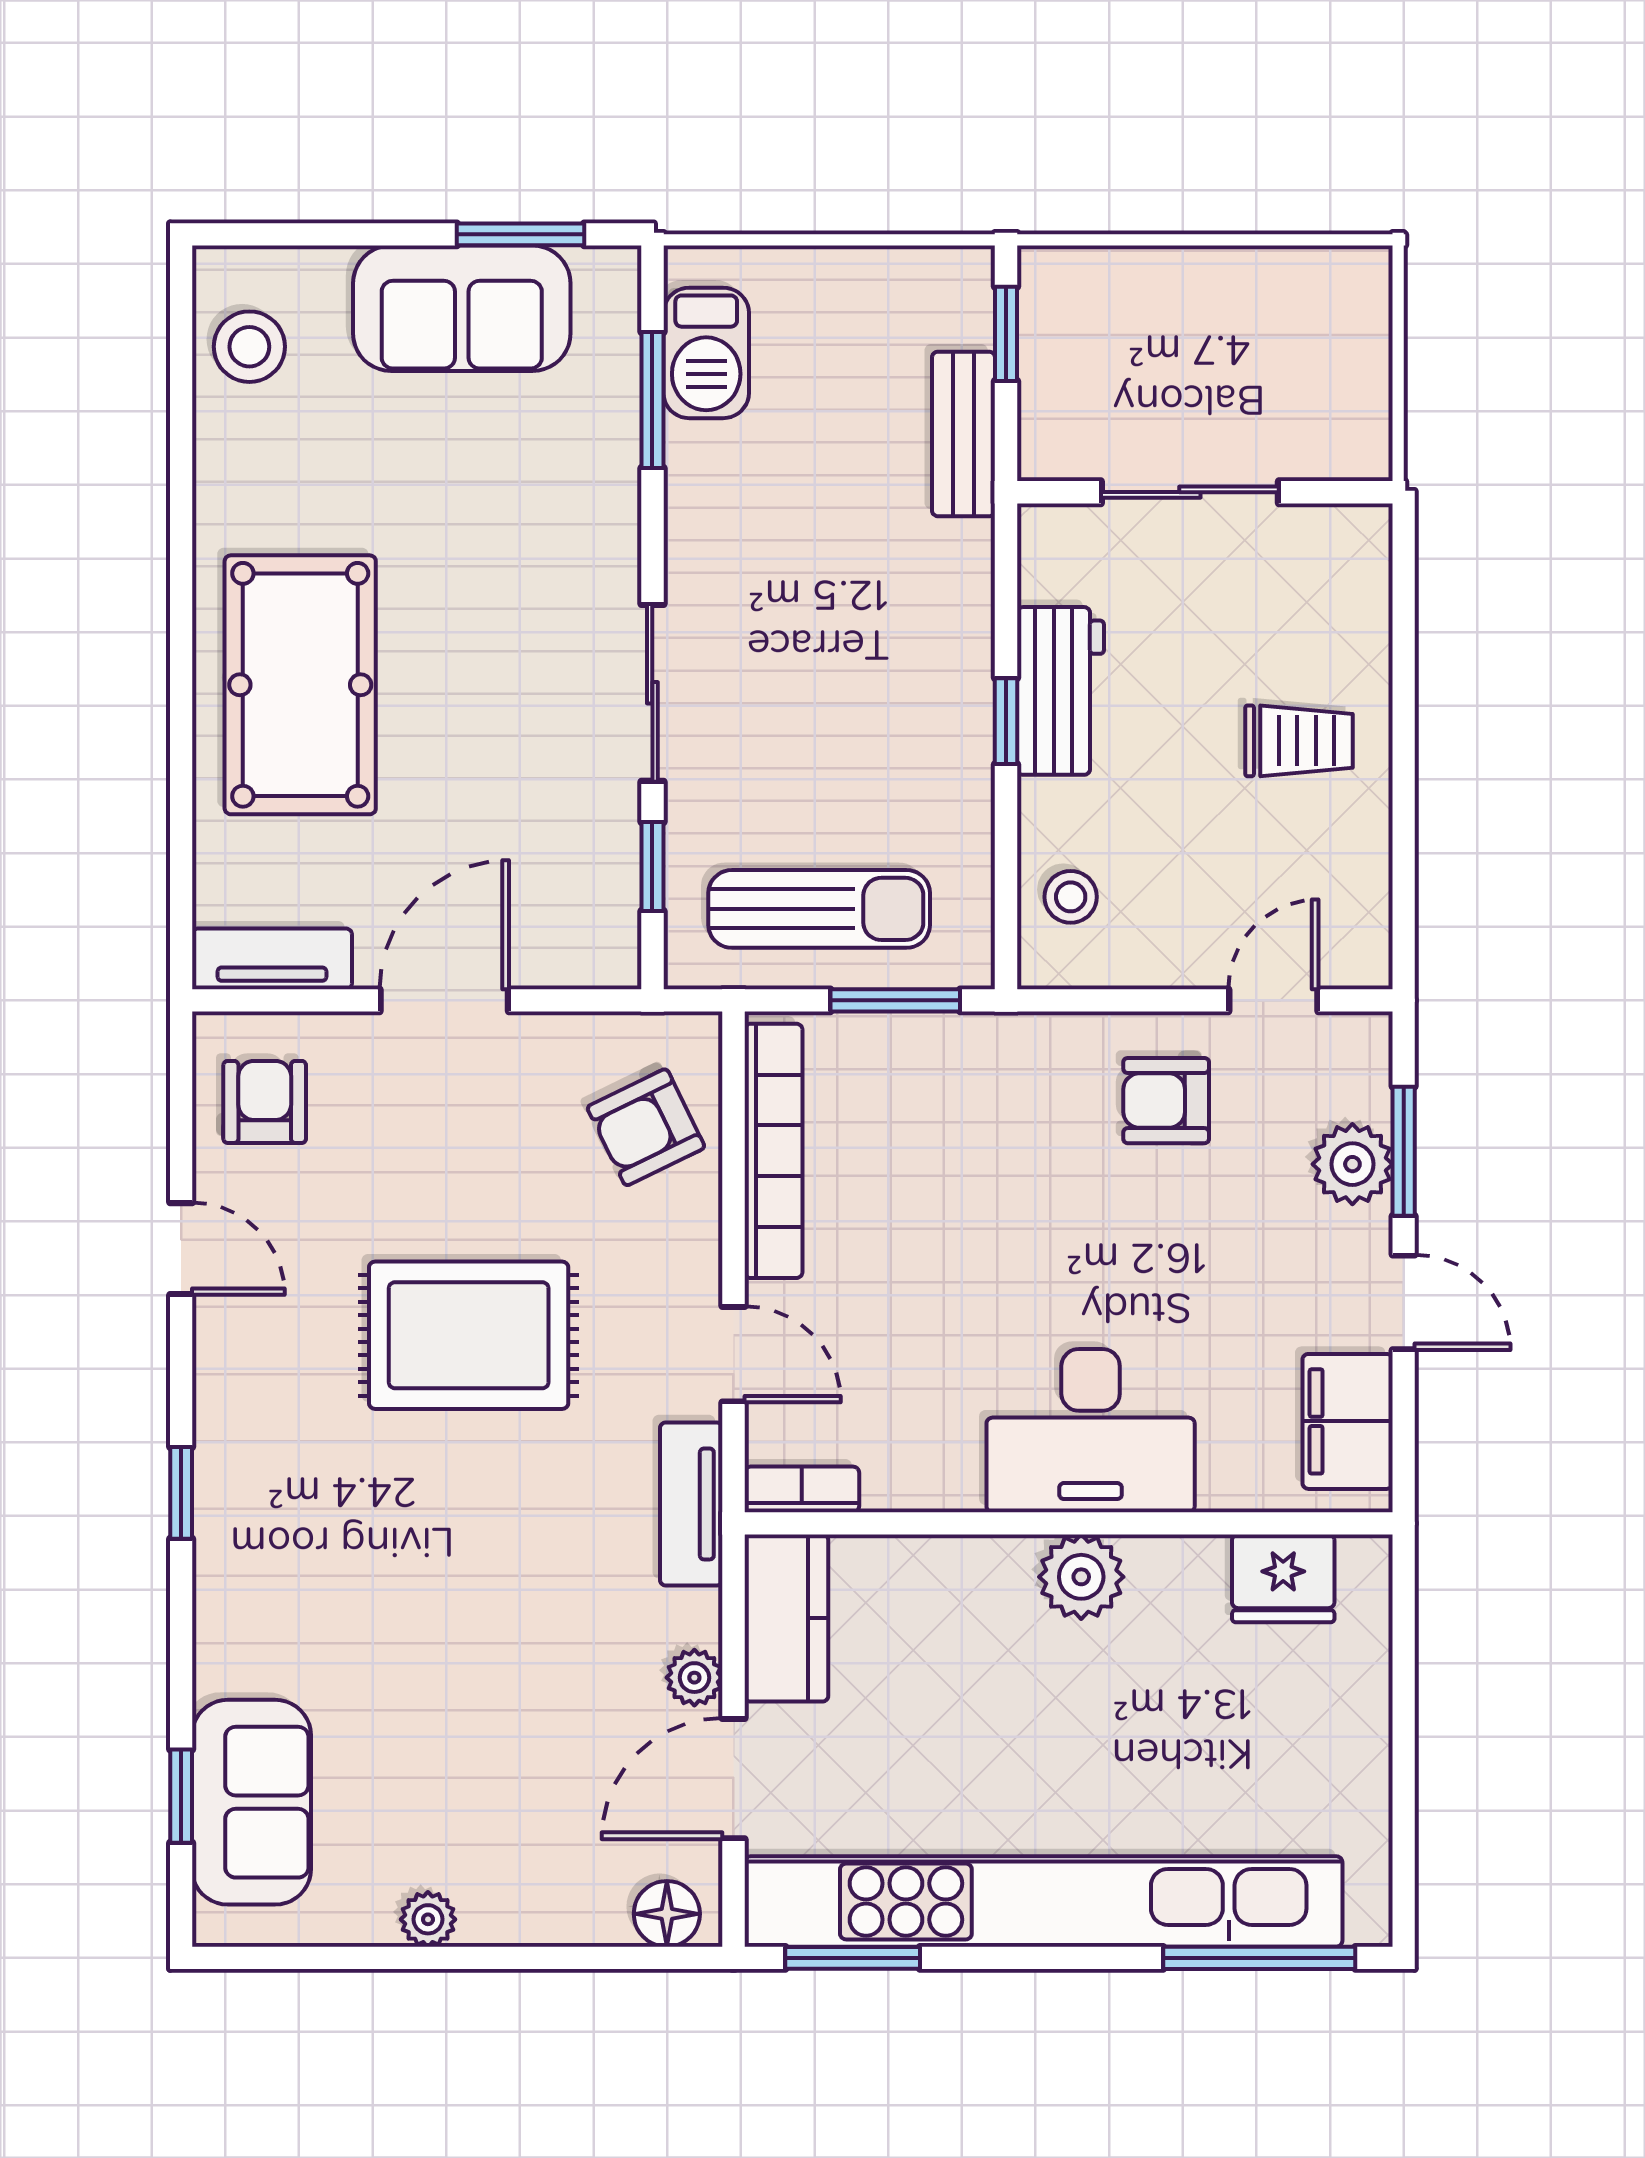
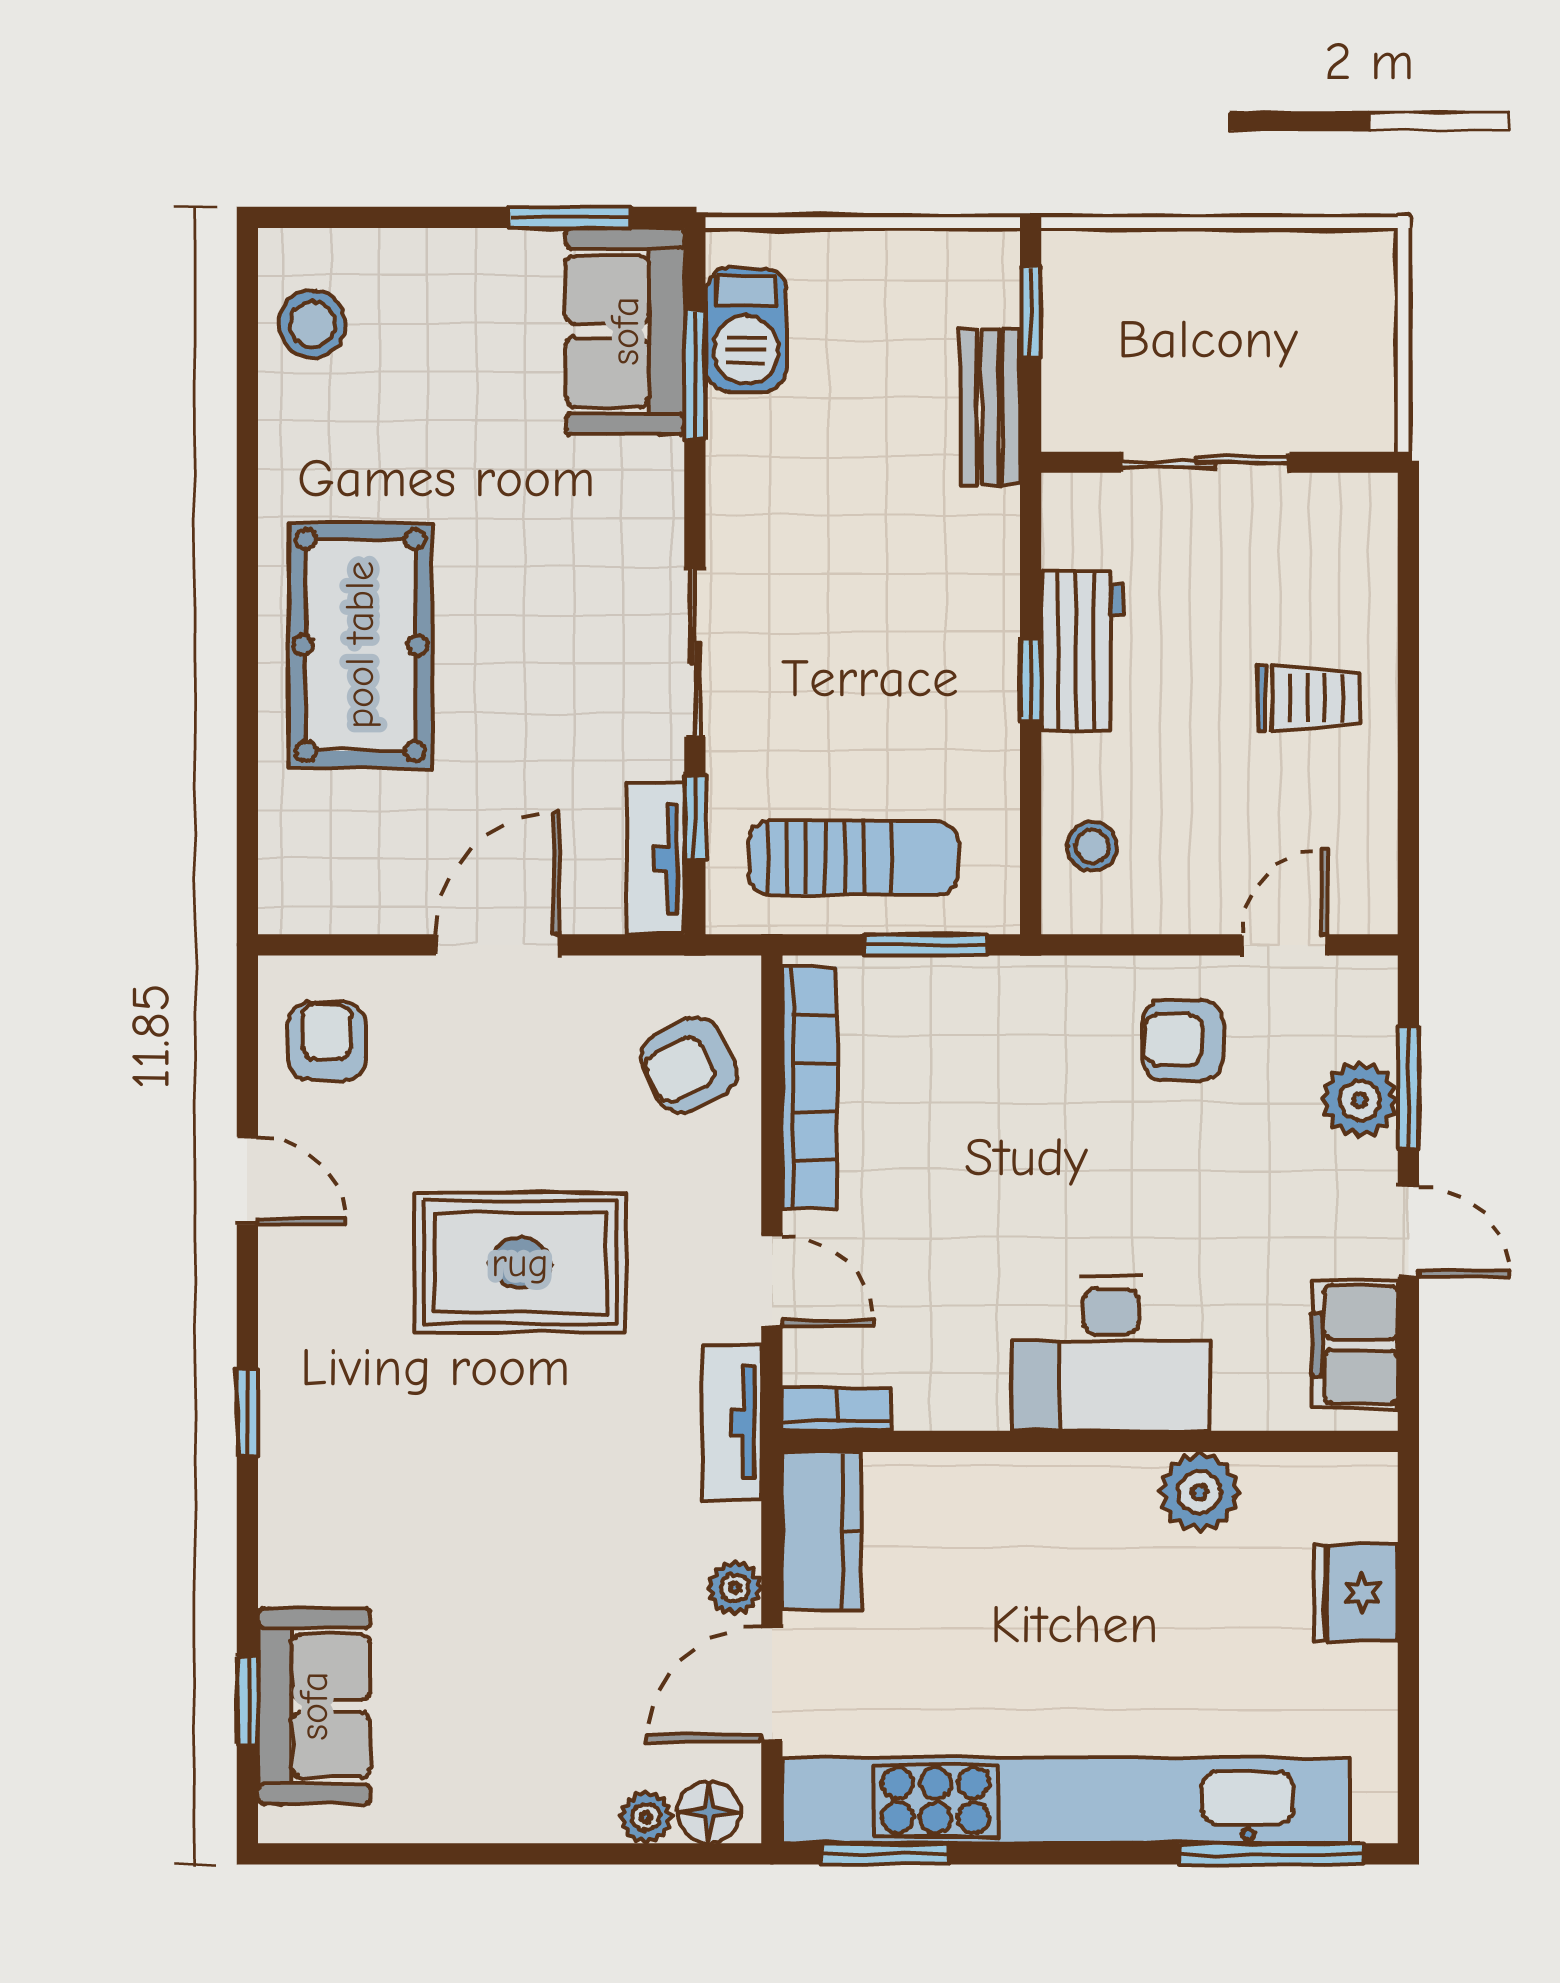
sofa: (462, 308) -> (625, 331), moved, turned 90
tv unit: (272, 959) -> (656, 858), moved, turned -90
plant: (1081, 1577) -> (1200, 1492), moved
fridge: (1283, 1578) -> (1356, 1593), moved, turned 90
plant: (428, 1919) -> (646, 1817), moved

